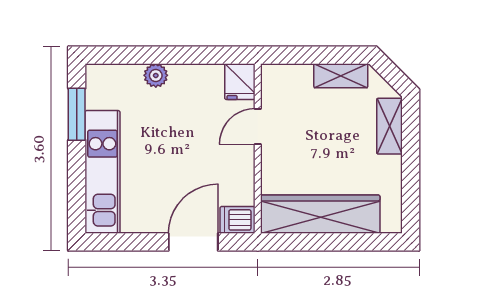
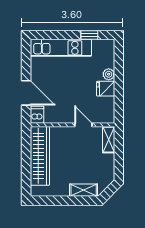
shelving: (341, 76) -> (109, 140), moved
fridge: (240, 82) -> (106, 89), moved
window: (77, 114) -> (89, 35), width x0.67

